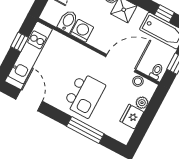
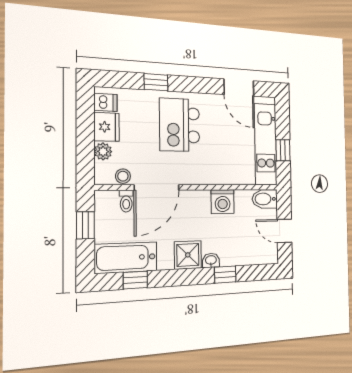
bidet: (68, 21) -> (265, 199), moved, turned 90
toilet: (156, 71) -> (126, 201), moved
window: (85, 130) -> (156, 82), width x0.46
dishwasher: (124, 132) -> (105, 102), added

